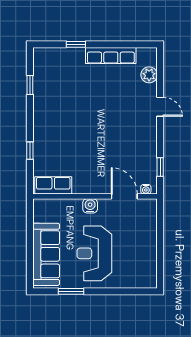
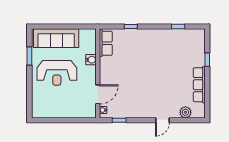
water cooler: (90, 206) -> (91, 60), moved
reception desk: (94, 253) -> (57, 73), turned 180

